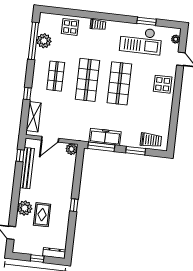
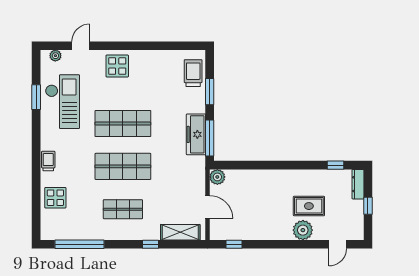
plant: (44, 41) -> (78, 230), removed
bench: (27, 168) -> (249, 233), removed
window: (74, 205) -> (336, 165), moved

